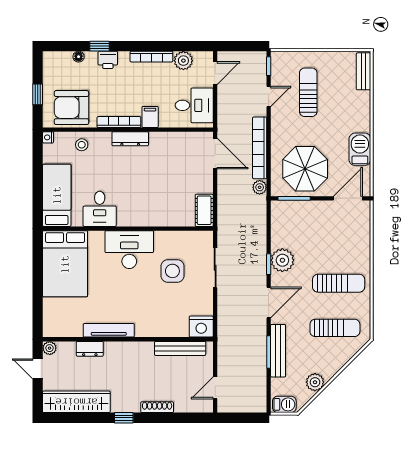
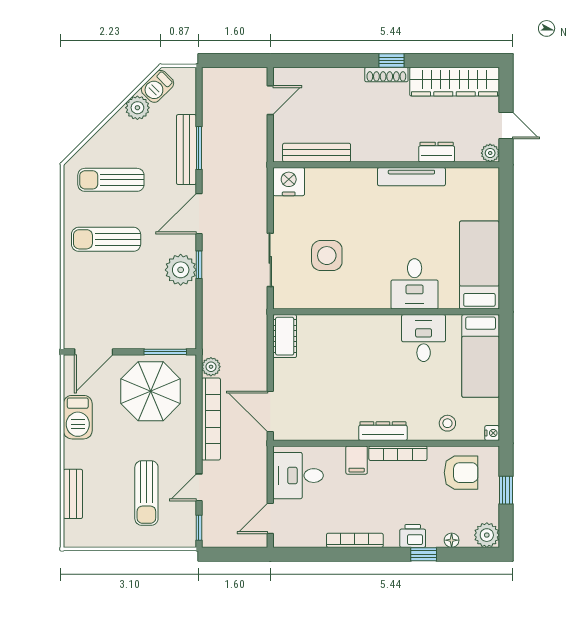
plant: (183, 61) -> (487, 535), moved
bench: (364, 71) -> (73, 494), moved
armchair: (71, 108) -> (461, 473), width x0.73, depth x0.73
desk: (129, 250) -> (415, 284), moved, width x0.73
bed: (65, 264) -> (479, 265), width x0.67
barbecue: (284, 404) -> (157, 86), moved, turned -45
shoe rack: (157, 407) -> (386, 75), moved

